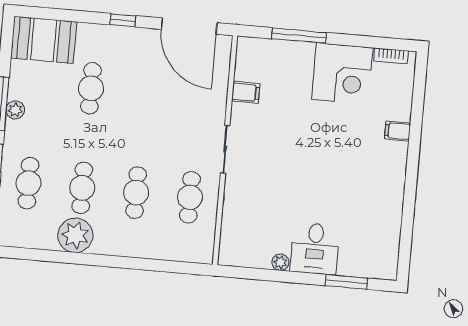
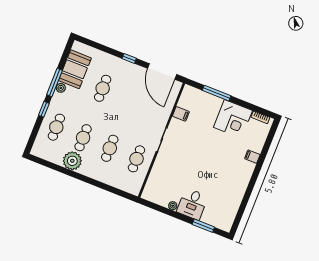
booth: (44, 40) -> (75, 69), moved, turned 90

